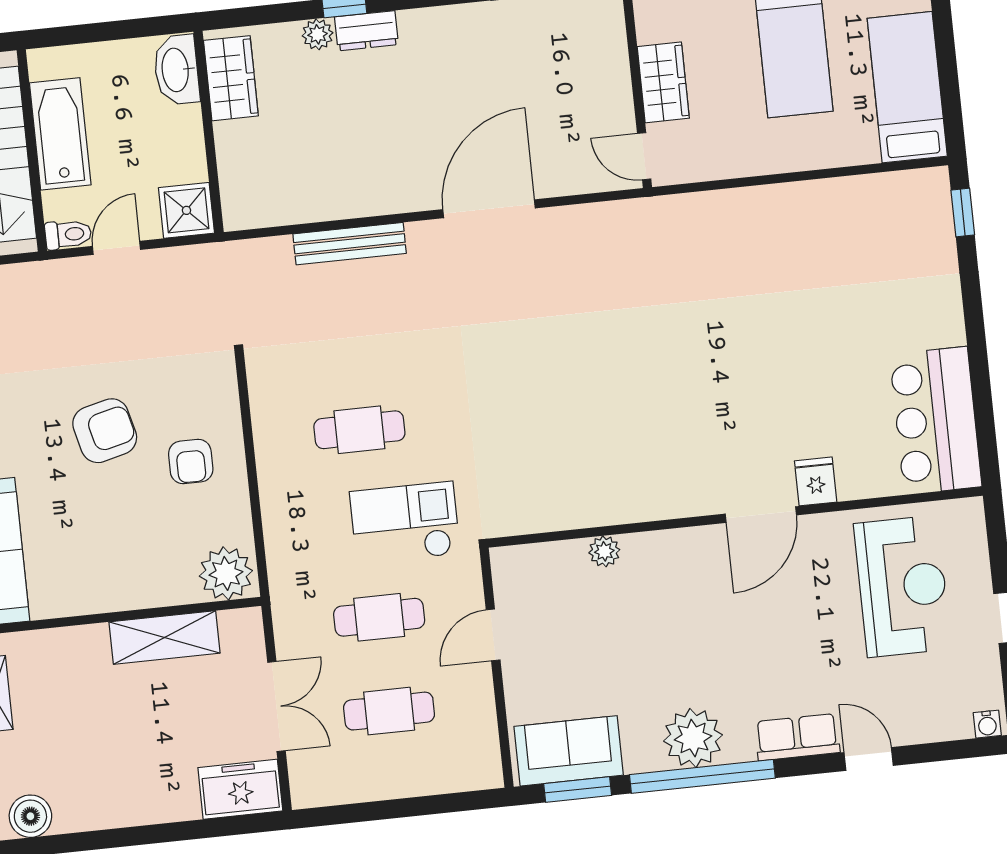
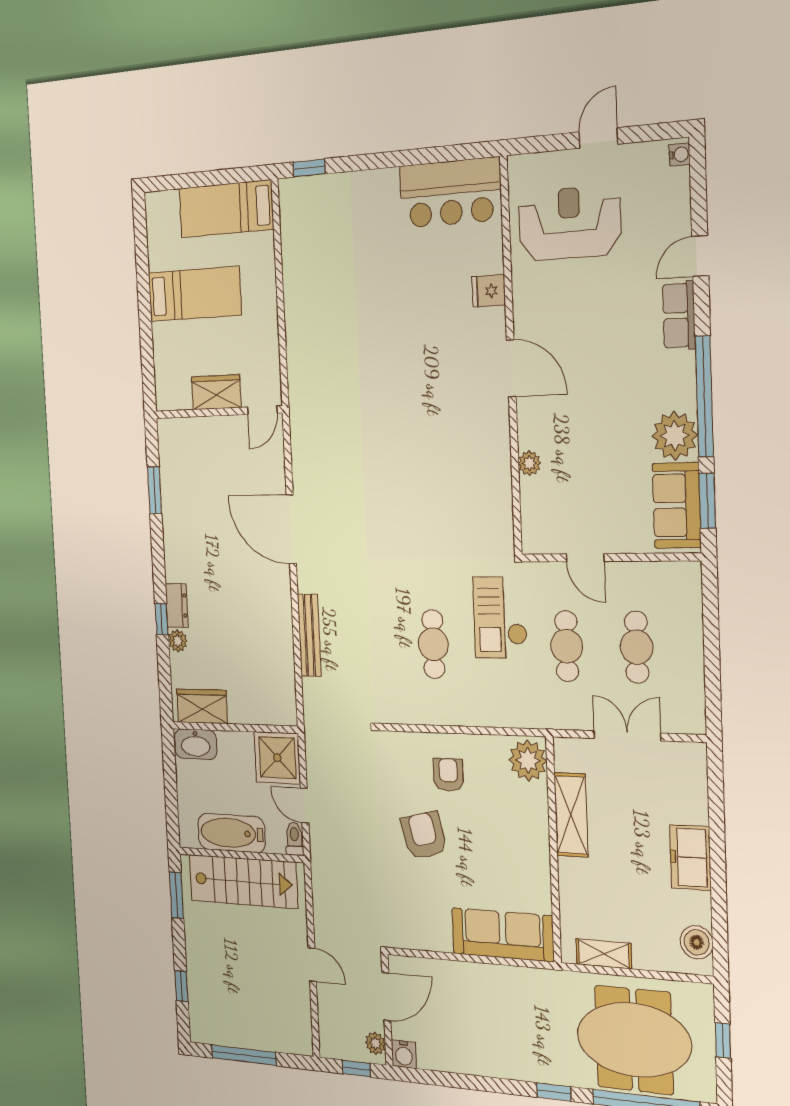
shower: (186, 210) -> (277, 758), width x1.36, depth x1.36
armchair: (191, 462) -> (448, 775), turned -90
door: (761, 515) -> (511, 368), moved
plant: (693, 738) -> (675, 436), moved
freezer: (240, 789) -> (690, 857), moved

